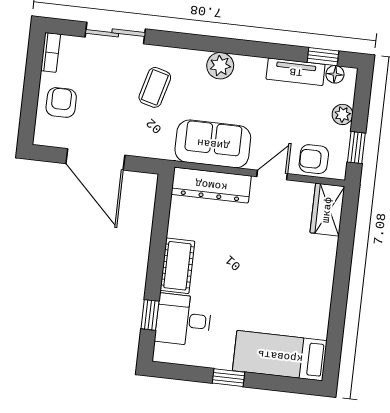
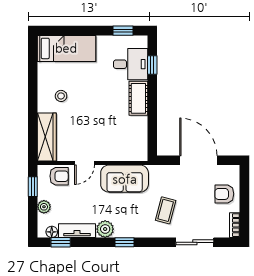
window: (224, 45) -> (125, 242), added
plant: (220, 66) -> (105, 229), moved
armchair: (61, 102) -> (224, 194), turned 90
dresser: (211, 185) -> (123, 152), removed
wardrobe: (327, 210) -> (47, 137), width x1.50
stool: (297, 283) -> (61, 96), added
window: (229, 378) -> (123, 31), moved

